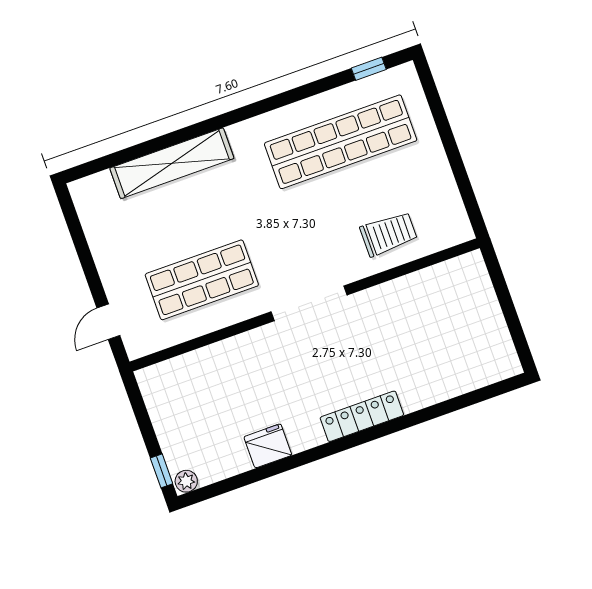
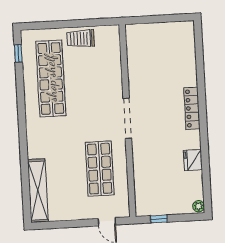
shelving: (172, 163) -> (38, 191), moved
trolley: (389, 234) -> (81, 38), moved, turned -90
window: (162, 471) -> (159, 219), moved

